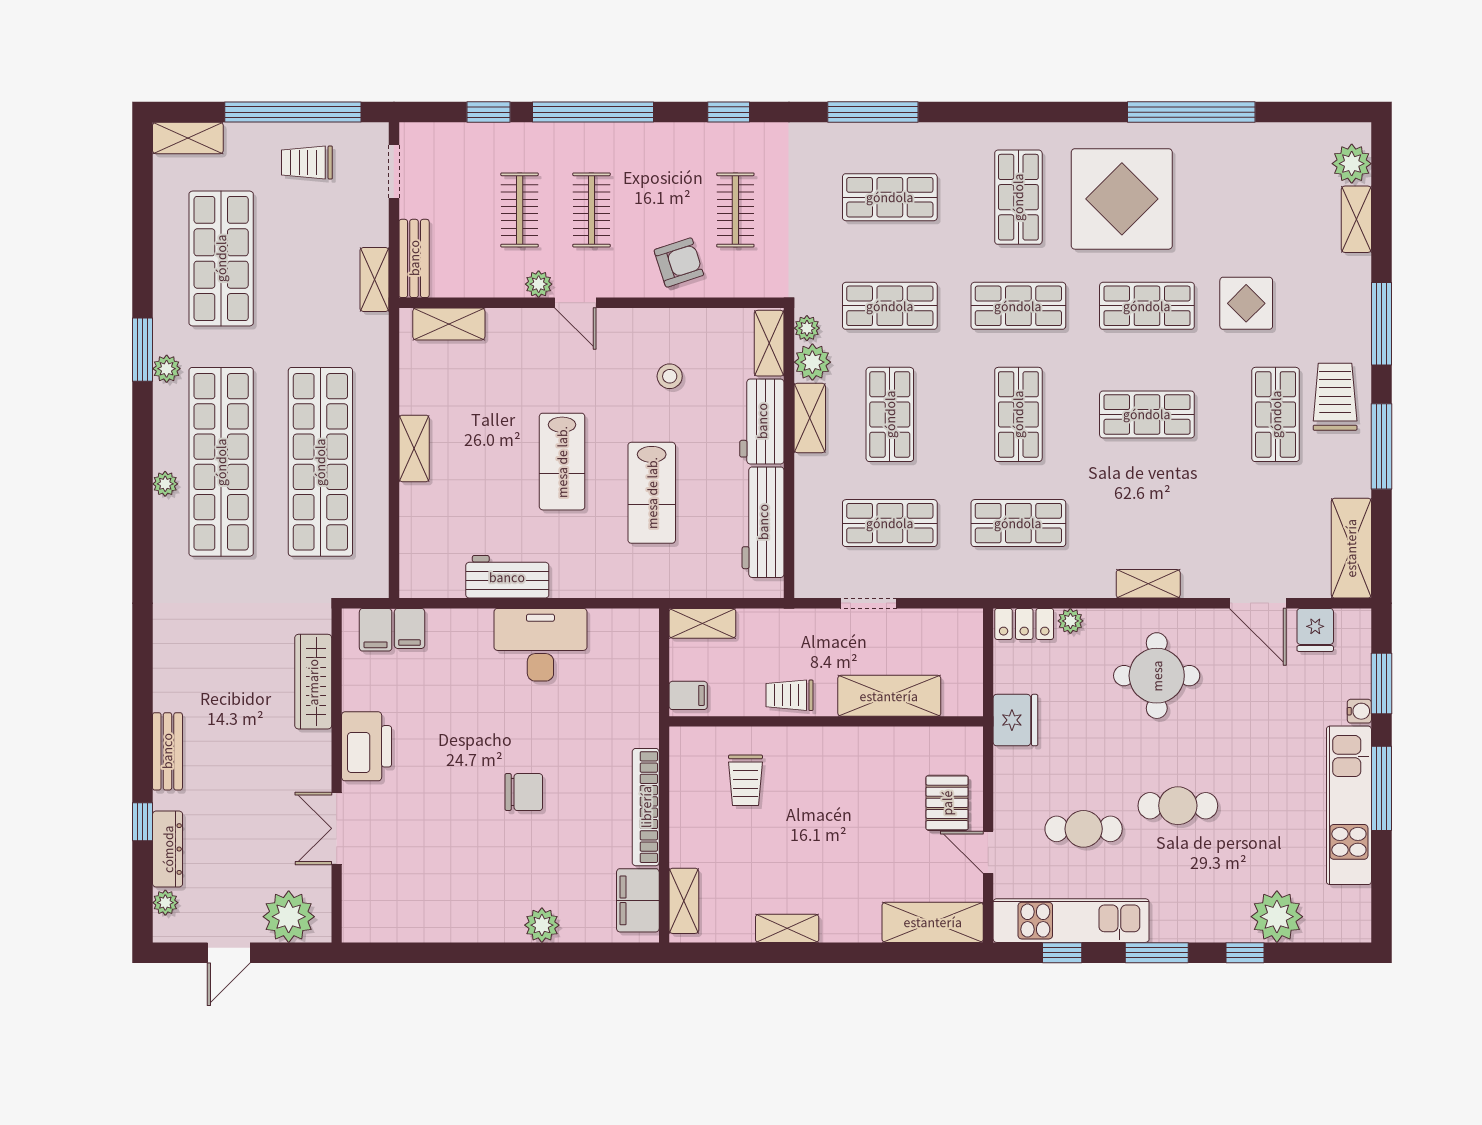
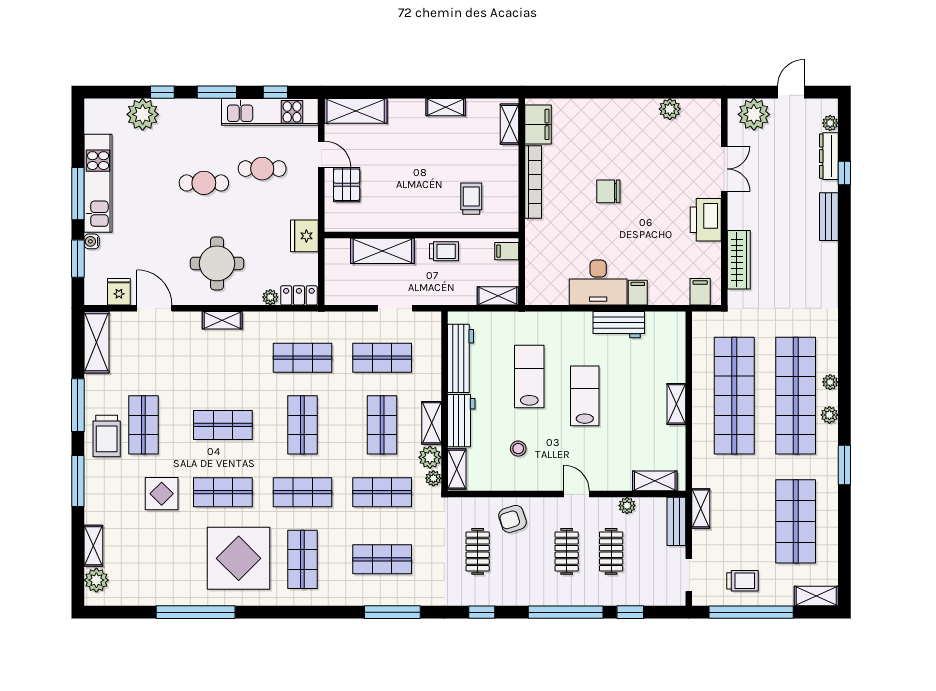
plant: (539, 284) -> (627, 506), moved
plant: (167, 369) -> (829, 415), moved
filing cabinet: (409, 628) -> (638, 293), moved
plant: (542, 925) -> (670, 109), moved

